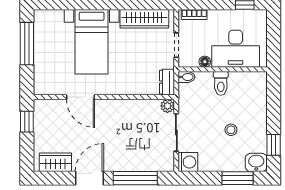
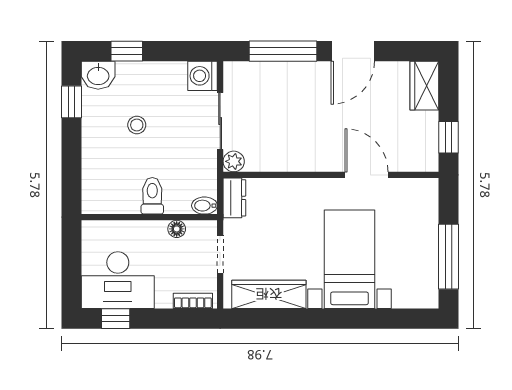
desk: (236, 49) -> (118, 280), moved, turned 180
wardrobe: (55, 162) -> (424, 86), moved, turned 90
window: (238, 178) -> (127, 51), width x0.67

